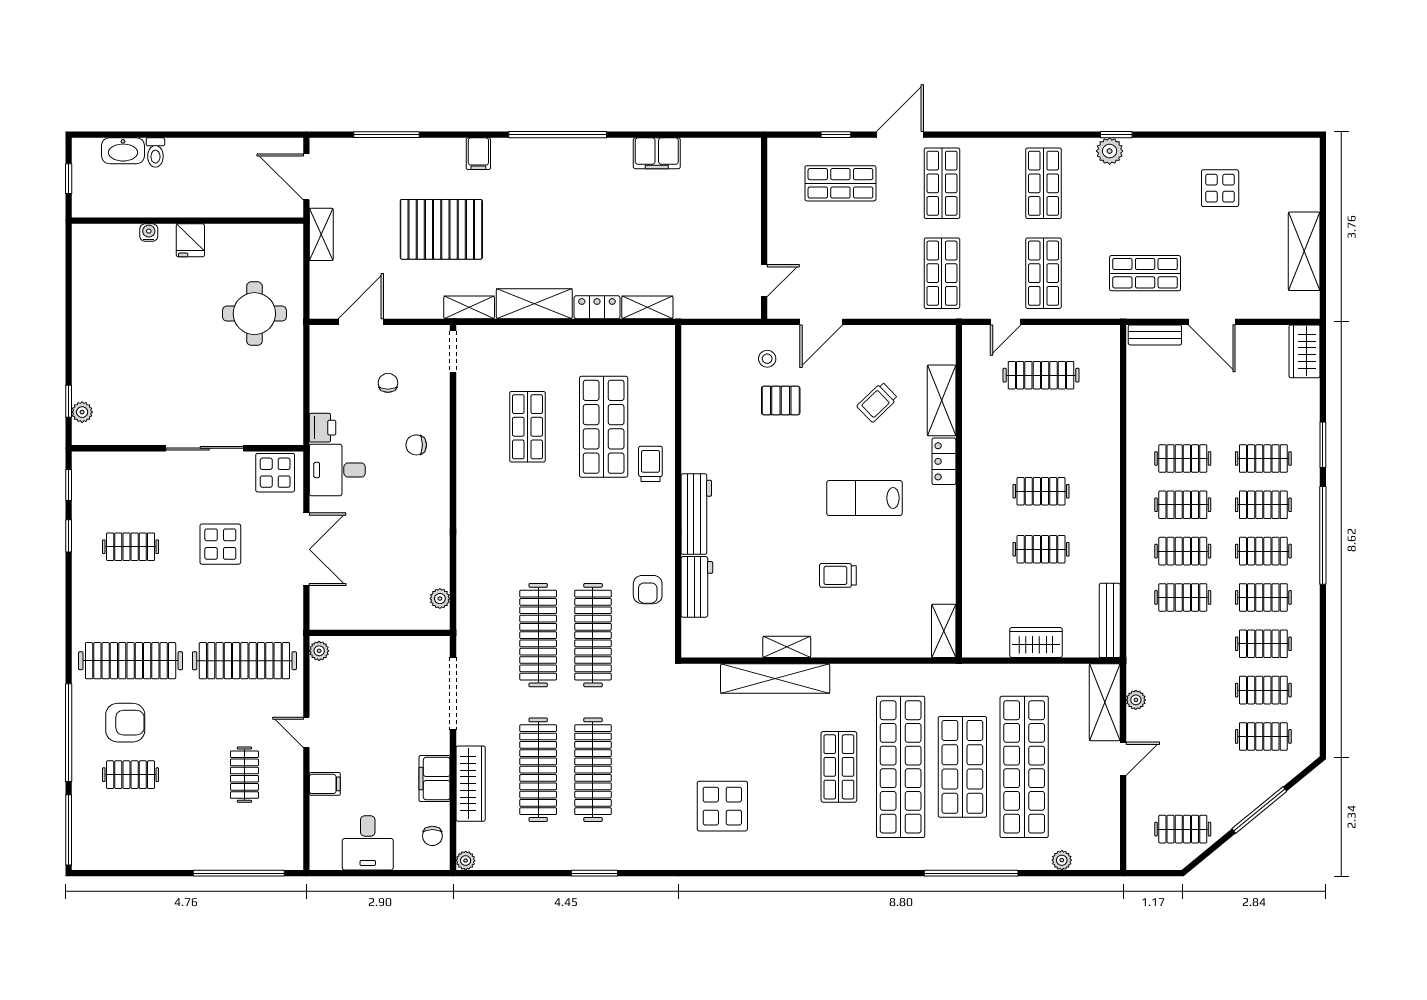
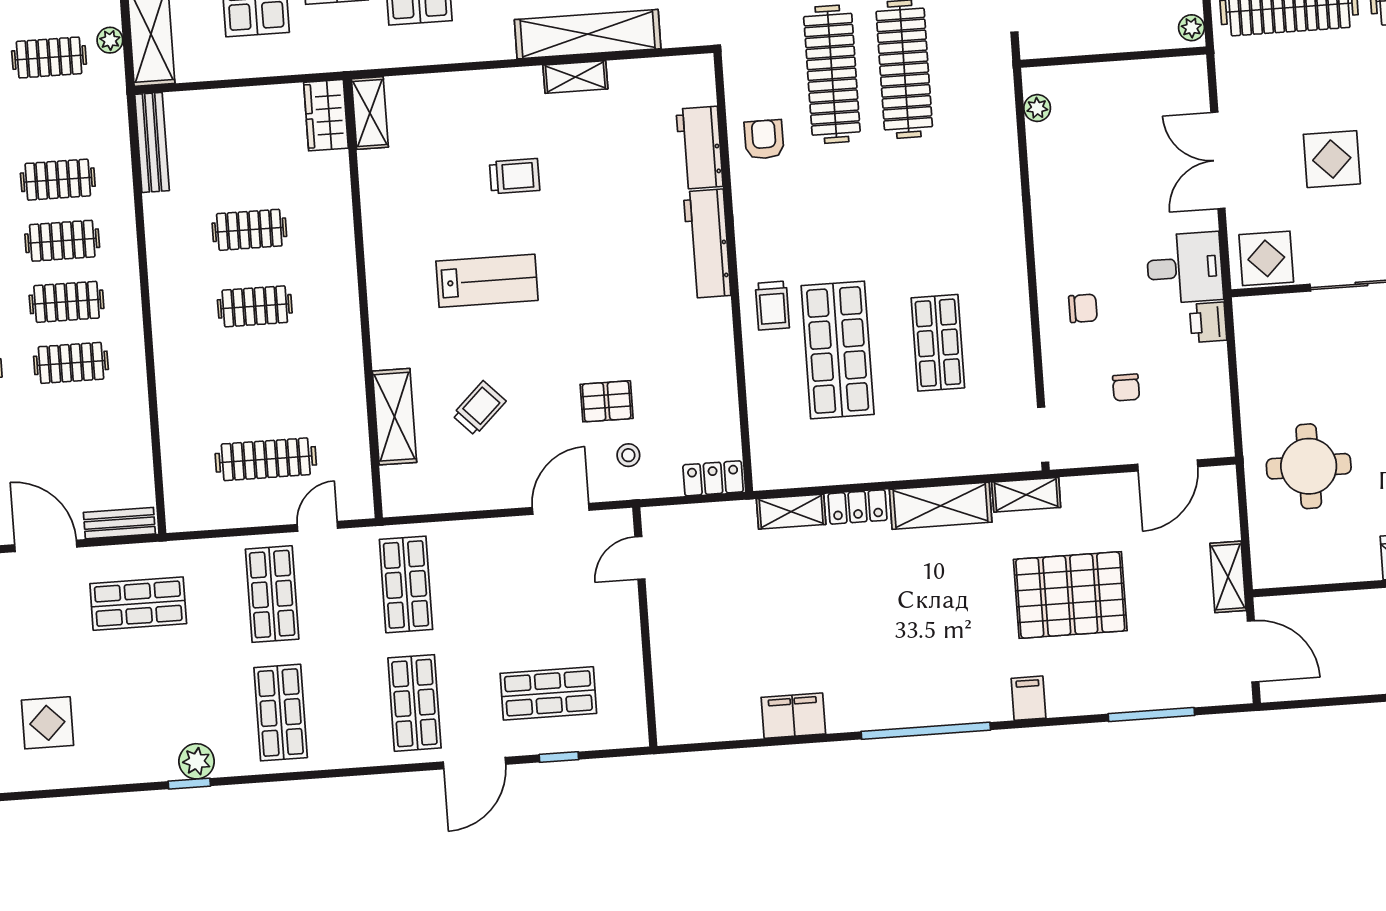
locker: (944, 461) -> (713, 478), moved, turned -90
wardrobe: (1036, 643) -> (326, 115), moved, turned 90
clothes rail: (1183, 690) -> (49, 58), added

